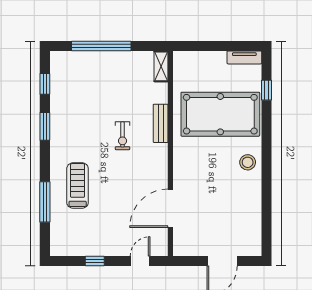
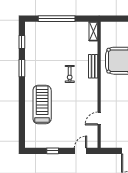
treadmill: (78, 186) -> (42, 105), width x1.37, depth x1.38
window: (45, 202) -> (22, 115), removed
door: (170, 208) -> (99, 119), width x0.53

